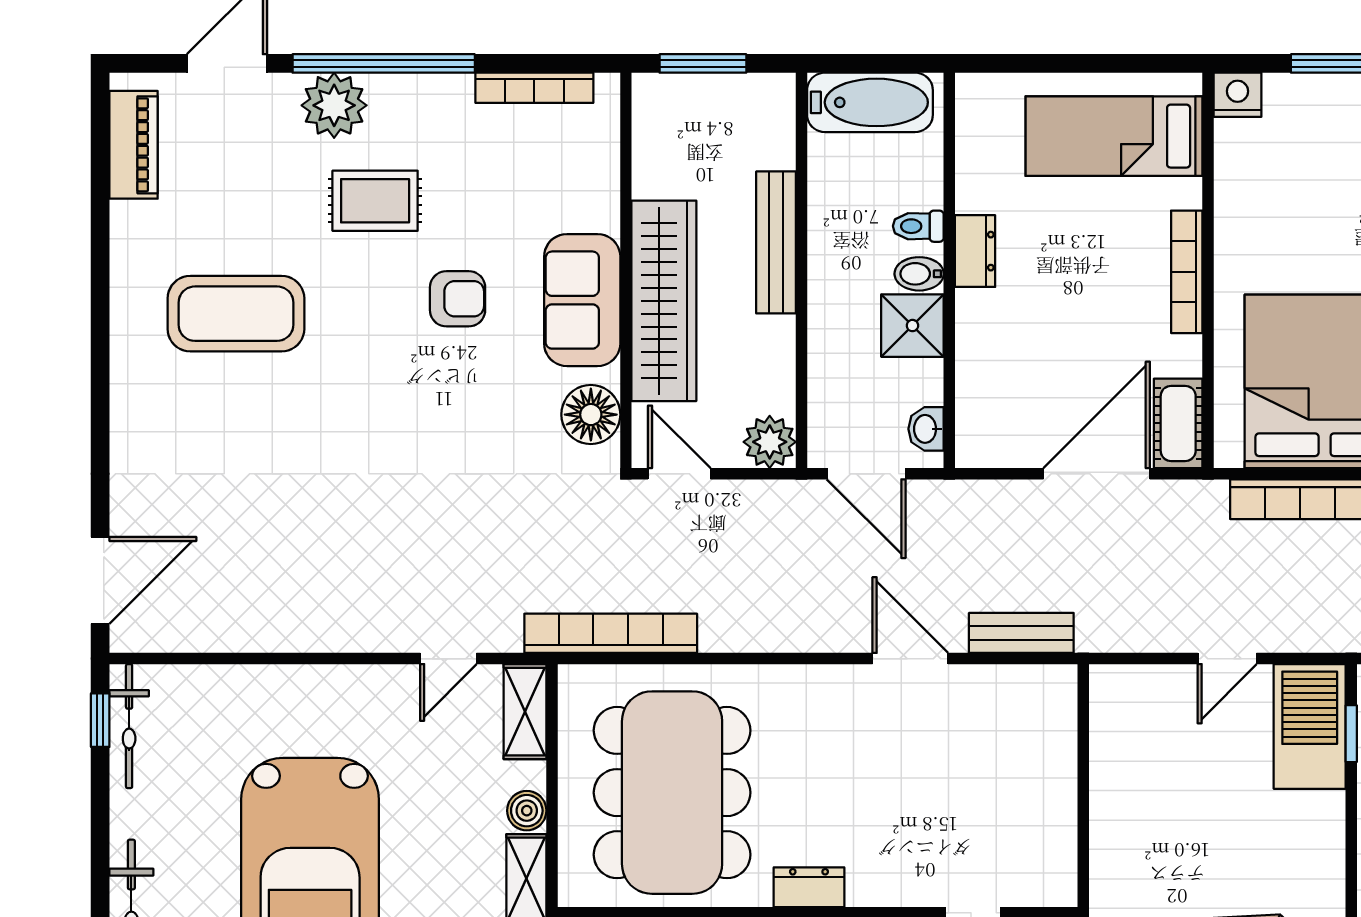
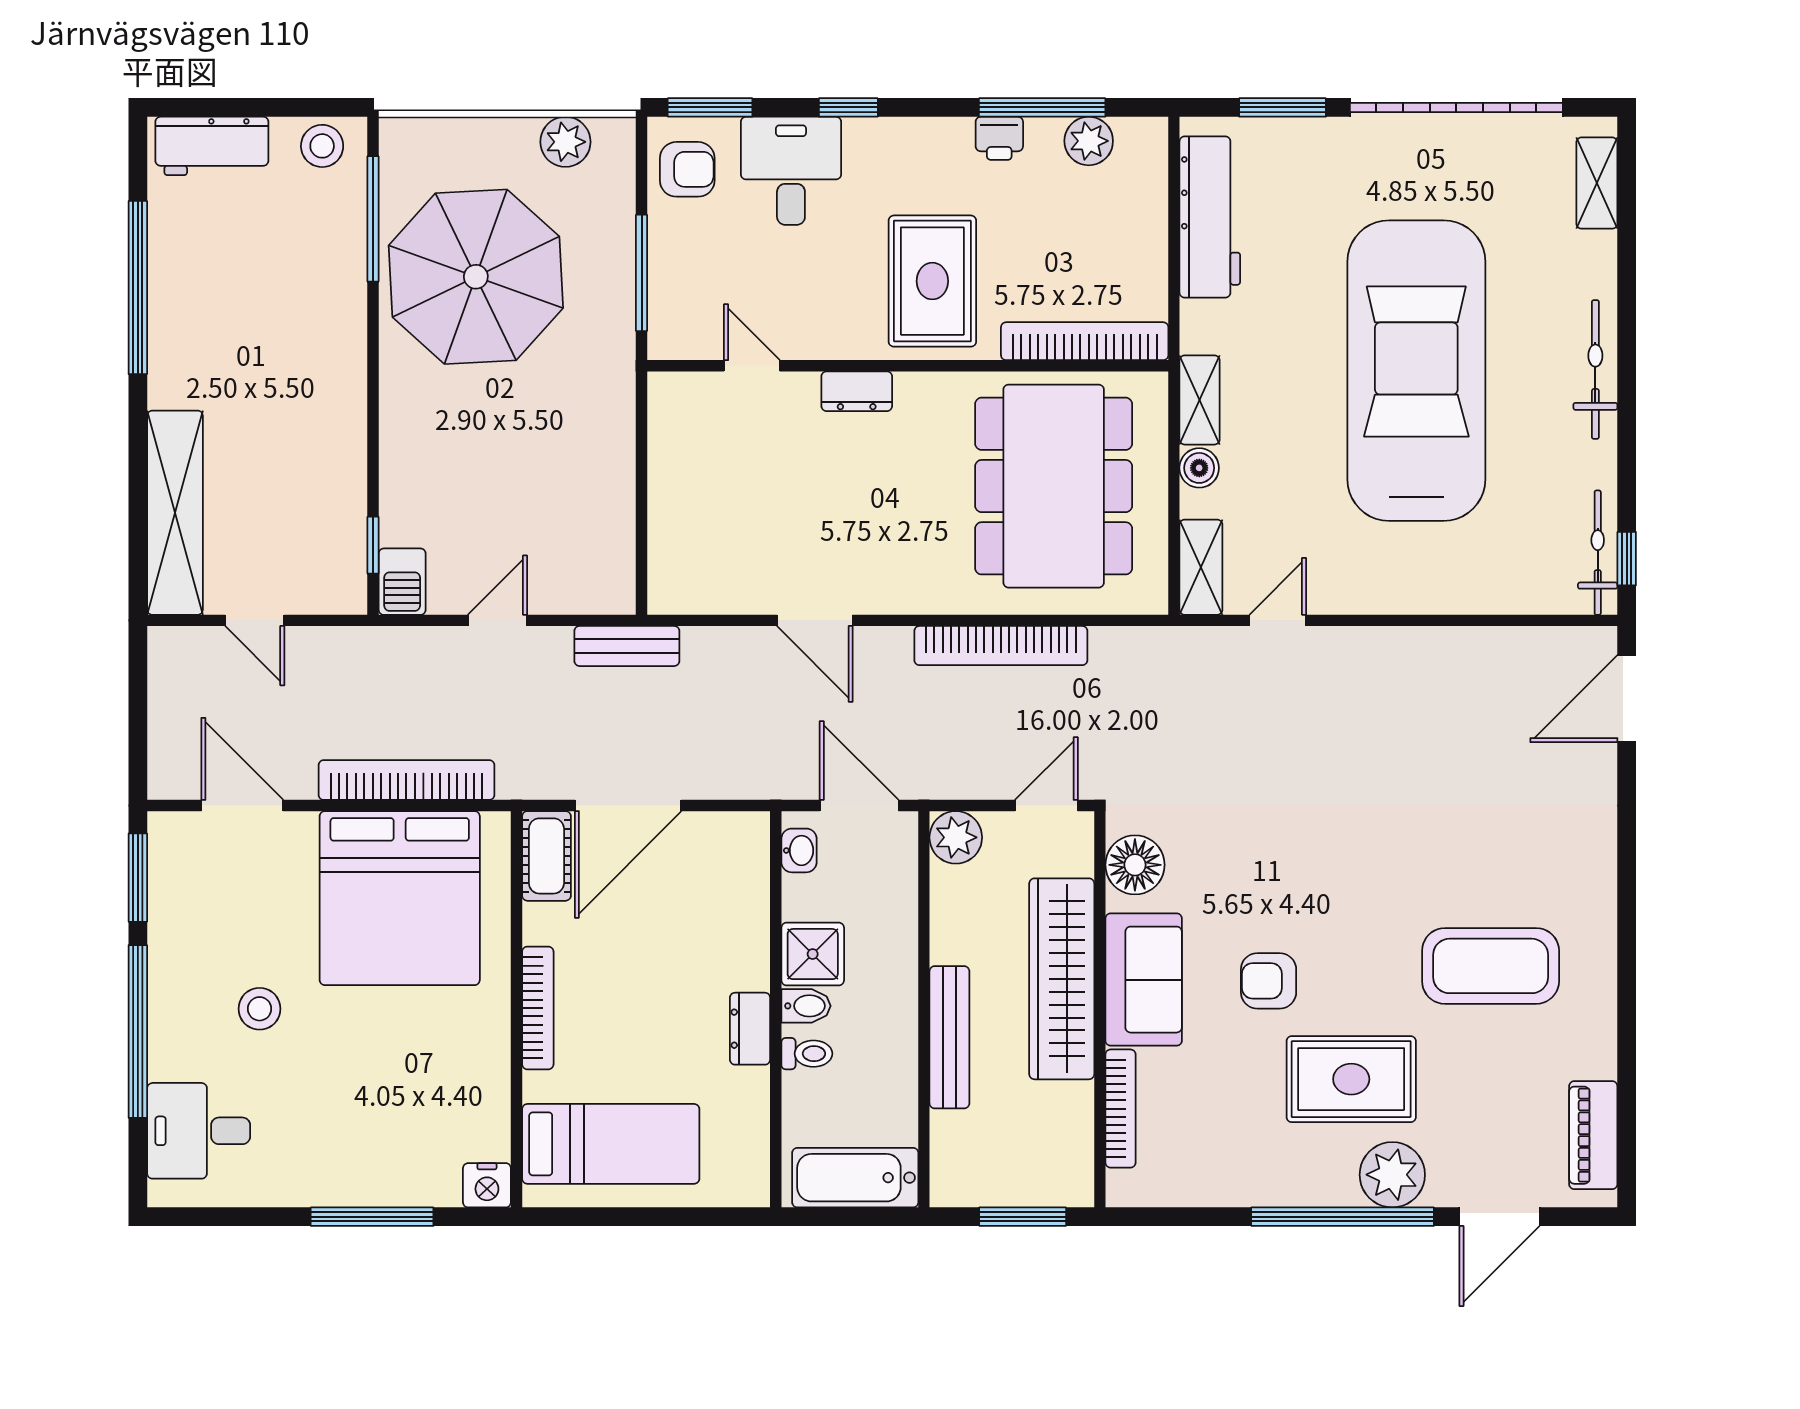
bookcase: (534, 88) -> (1121, 1109), moved, turned 90
rug: (375, 201) -> (1351, 1079), width x1.36, depth x1.43
door: (679, 474) -> (1046, 806), swing flipped
bookcase: (611, 633) -> (1001, 646), moved
bench: (1021, 633) -> (627, 646), moved
barbecue: (1310, 726) -> (402, 582), width x0.53, depth x0.65
dresser: (809, 887) -> (857, 391), moved

